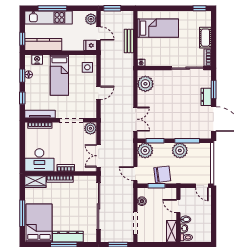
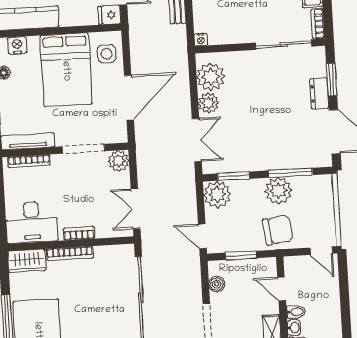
bed: (59, 75) -> (66, 70), width x1.50
door: (99, 93) -> (129, 98), width x1.87
plant: (143, 99) -> (208, 103), added
chair: (162, 174) -> (278, 230), moved

